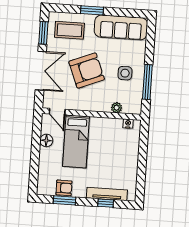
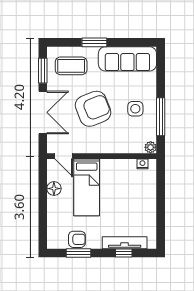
plant: (117, 108) -> (151, 147), moved

